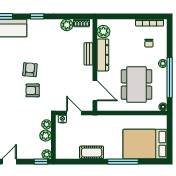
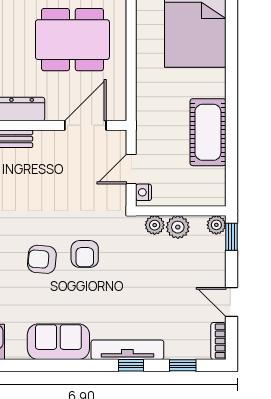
cot: (92, 152) -> (208, 132), width x1.37, depth x1.34
window: (123, 162) -> (231, 68), removed

